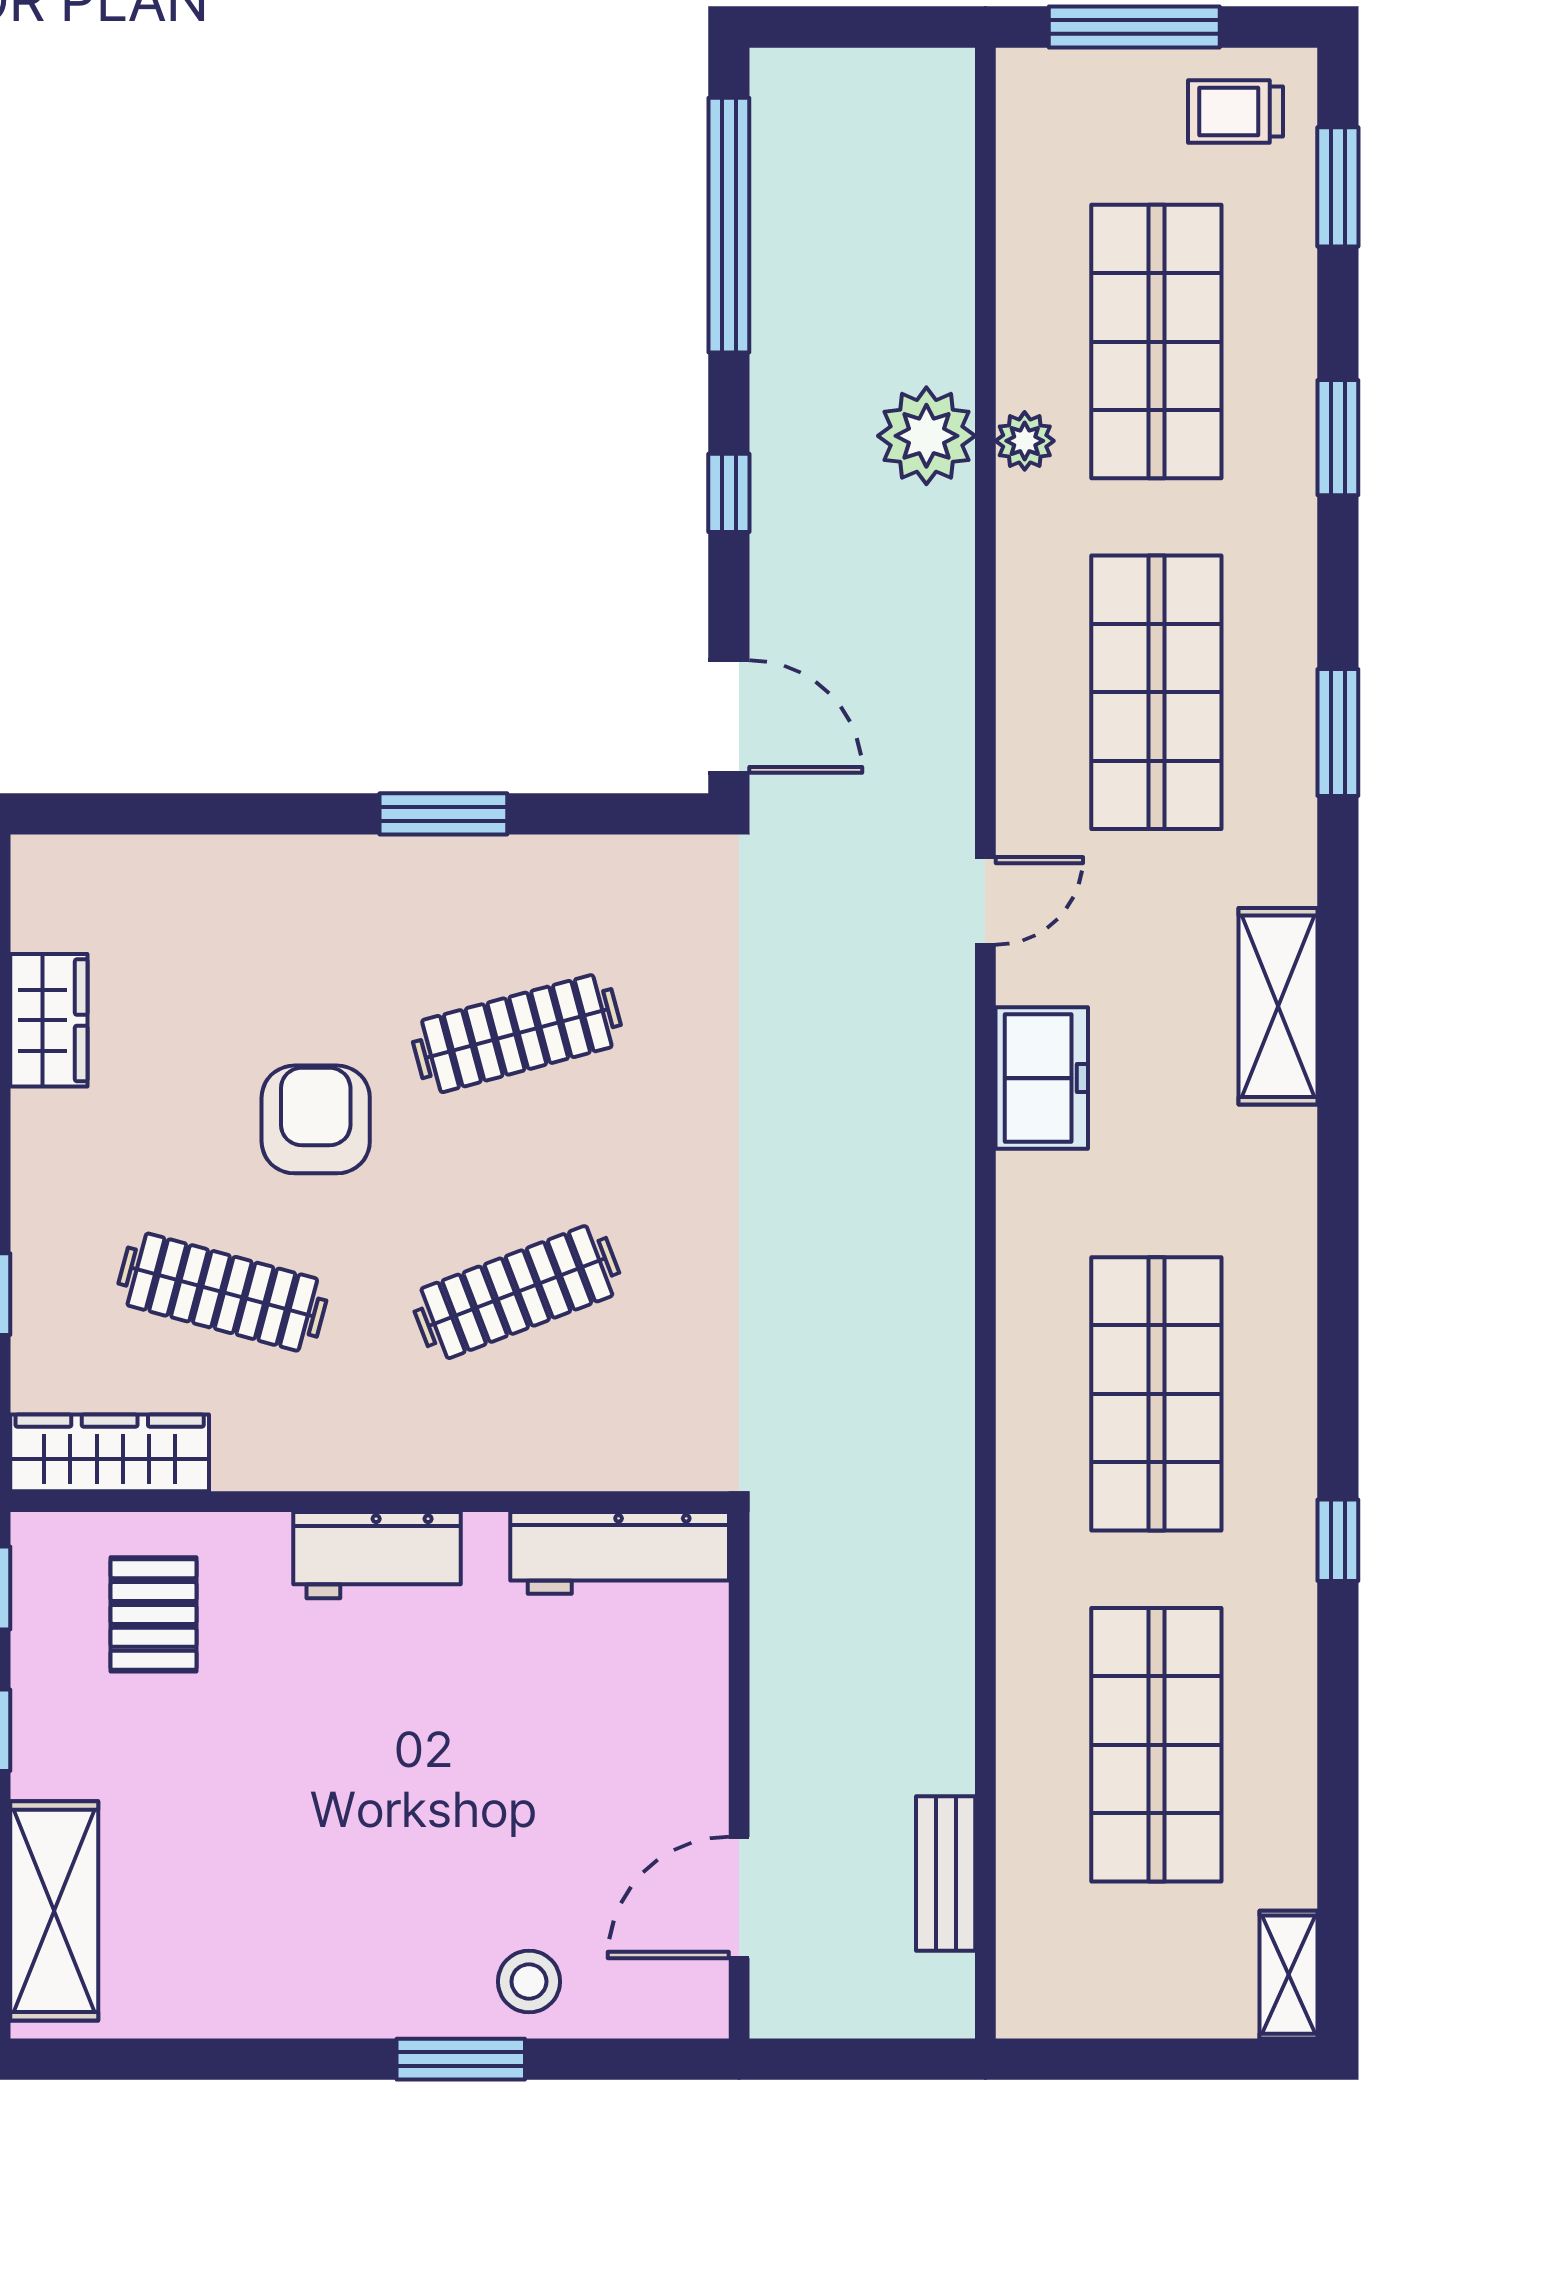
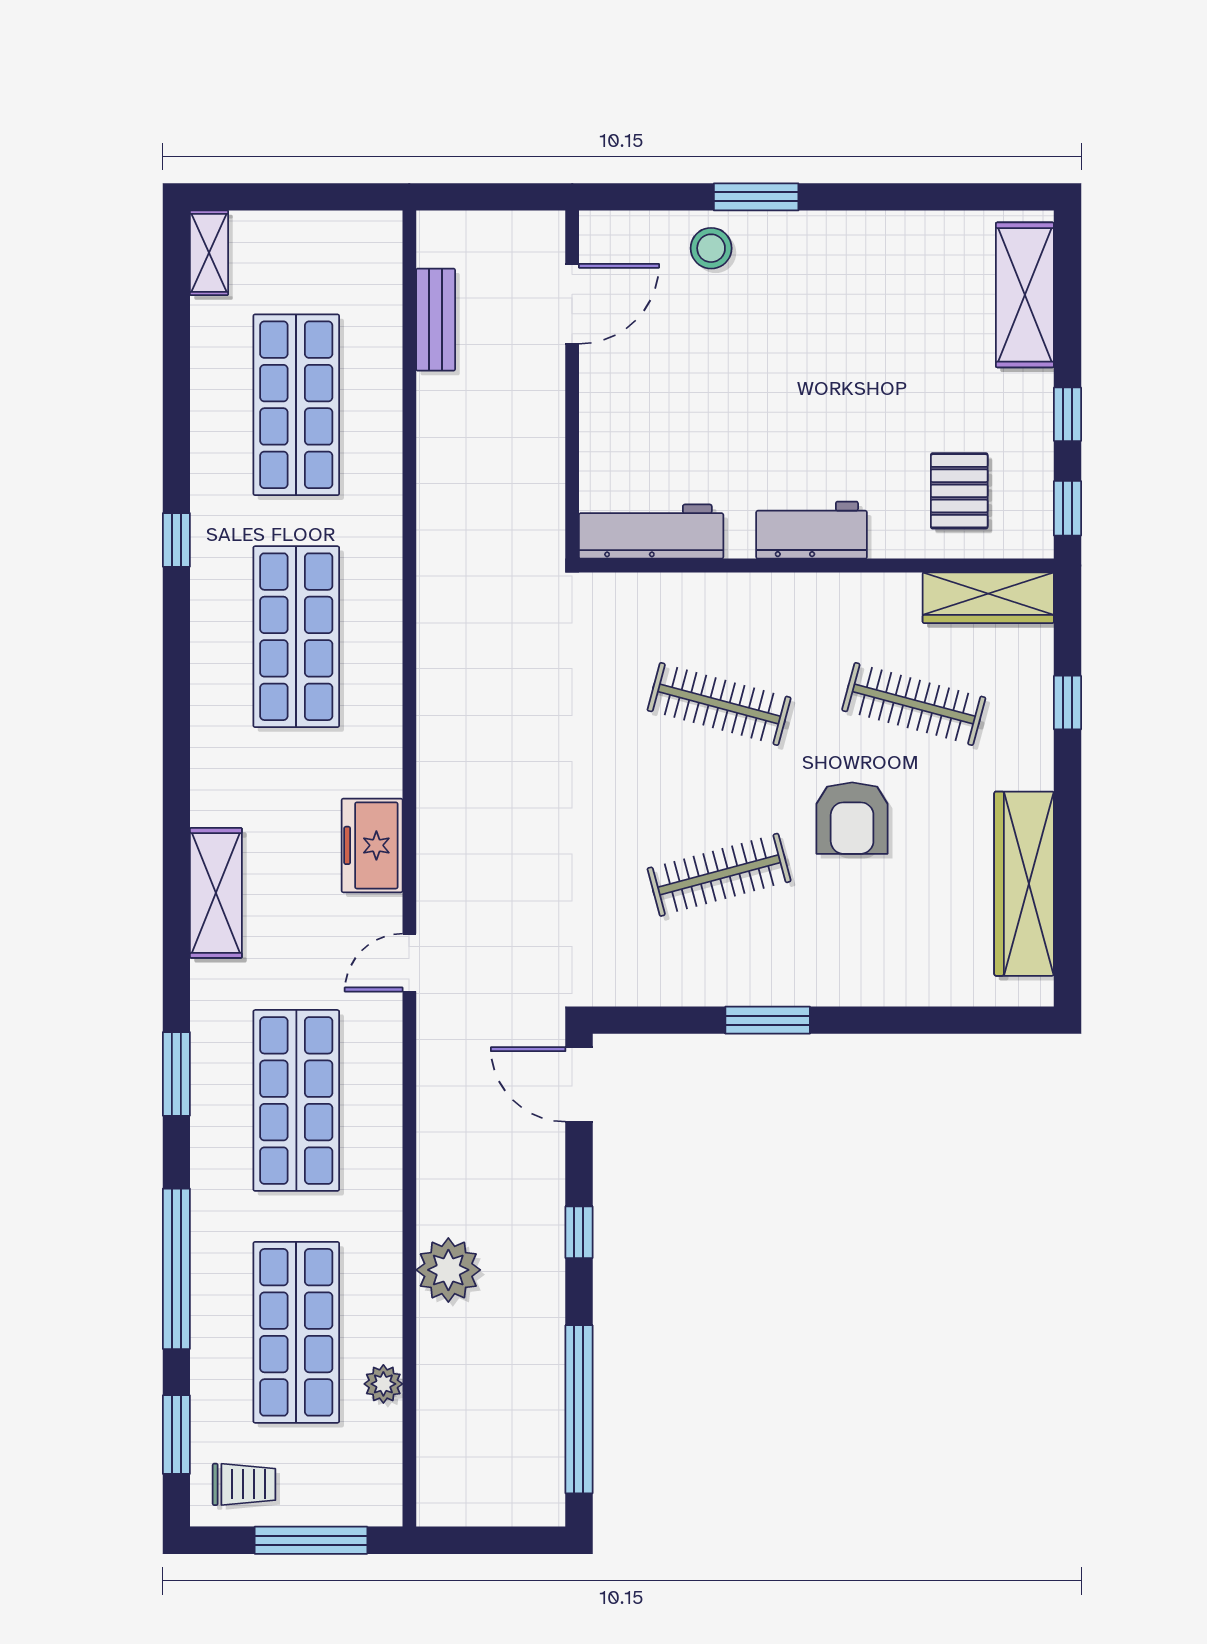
window: (1338, 438) -> (176, 1269), width x2.11
plant: (1025, 441) -> (383, 1384), moved
wardrobe: (49, 1020) -> (1024, 884), width x2.10, depth x1.17
clothes rail: (517, 1292) -> (719, 704), turned 36

